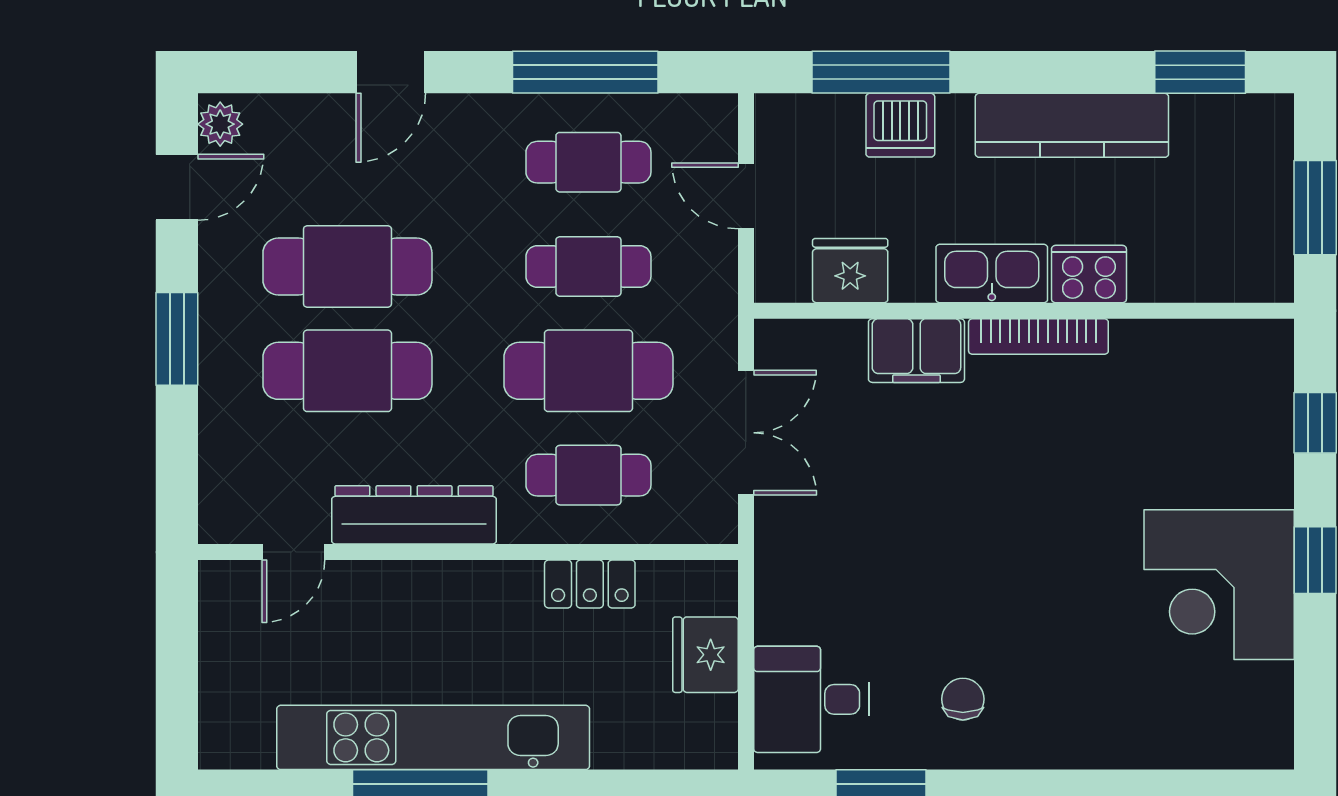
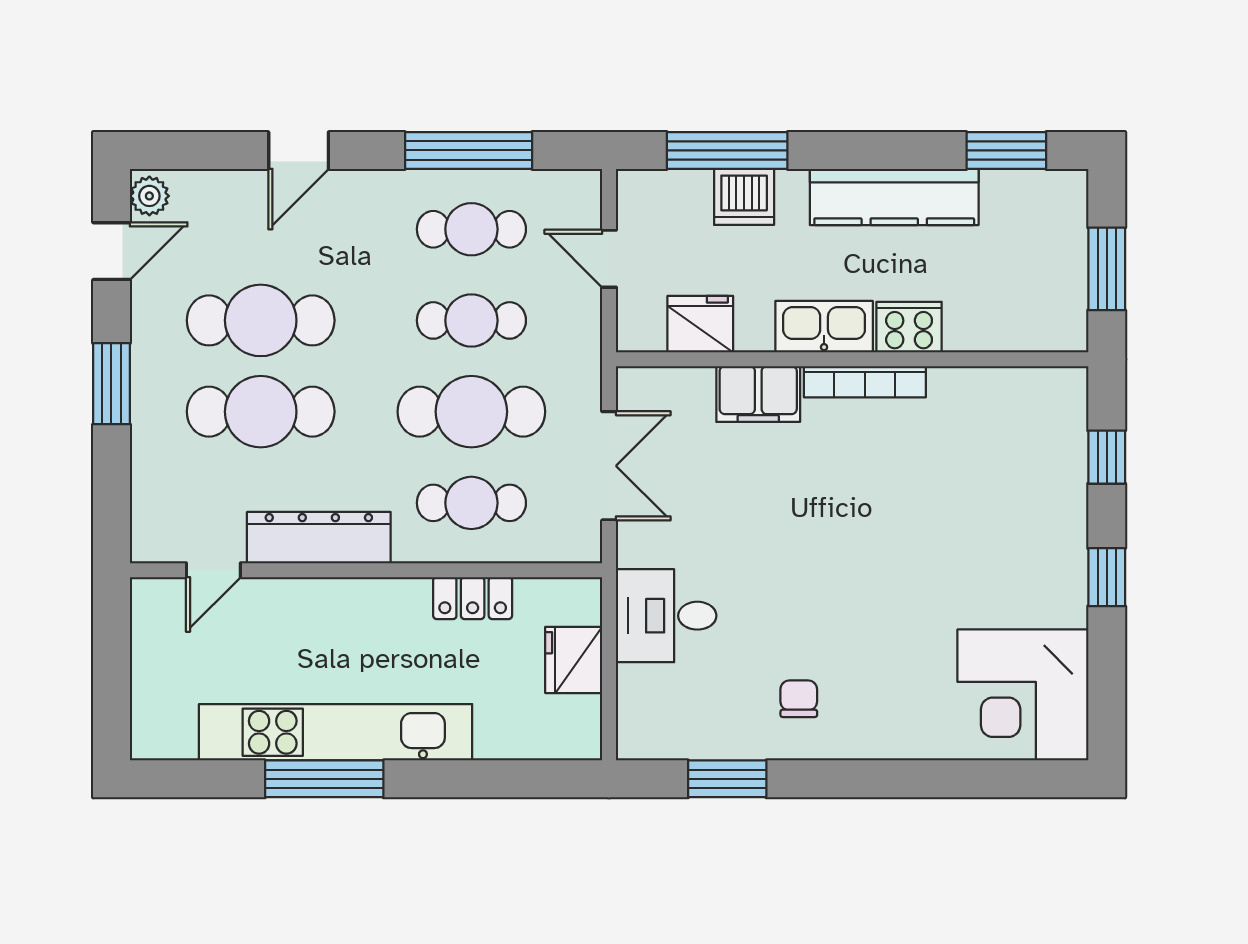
corner desk: (1219, 585) -> (1023, 695), moved
desk: (811, 699) -> (666, 616), moved

